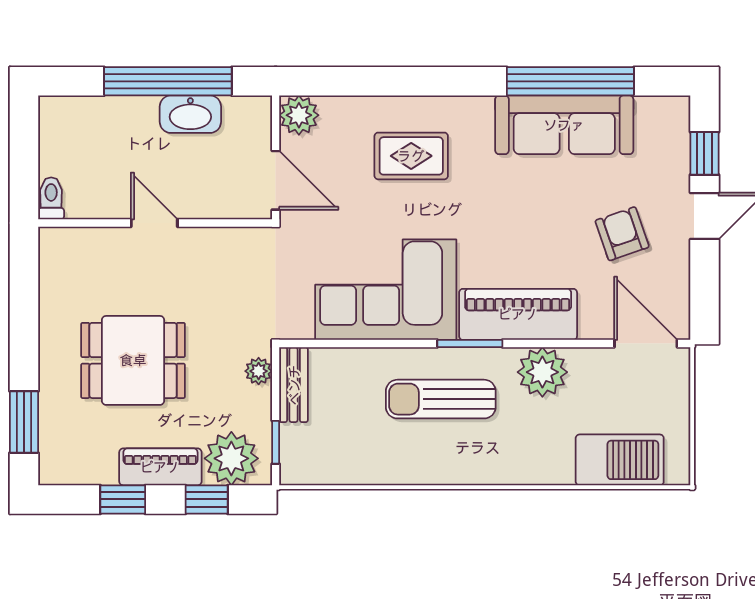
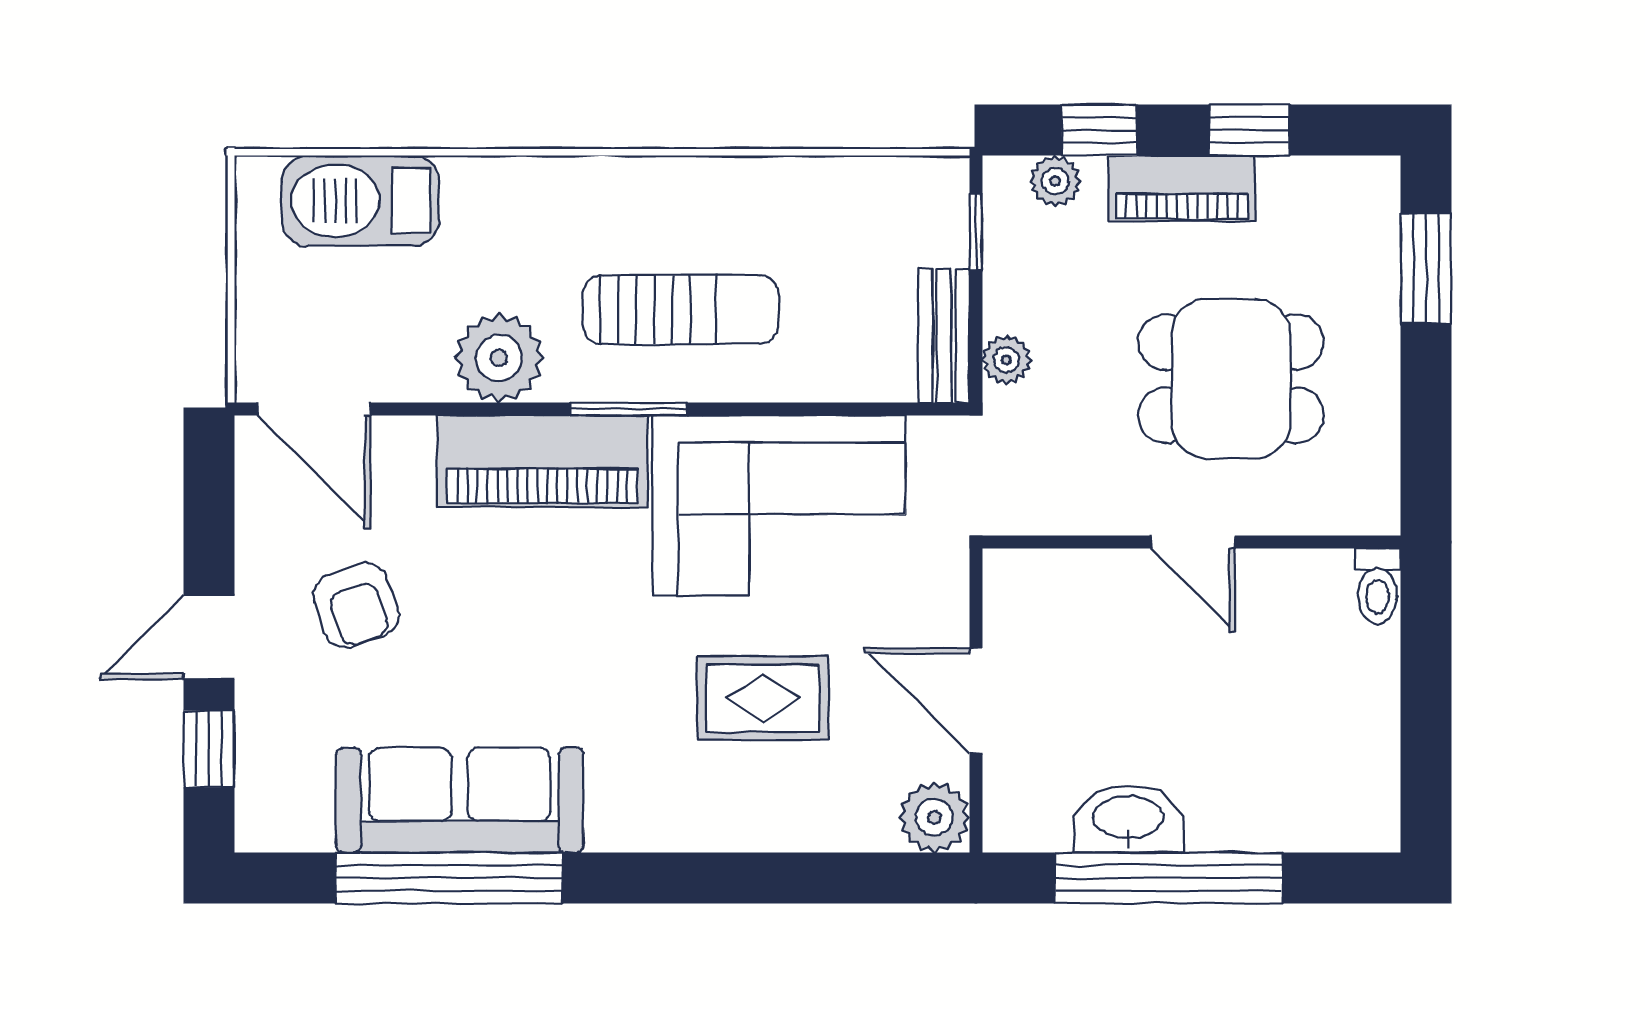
rug: (411, 156) -> (763, 698), moved
toilet: (51, 198) -> (1377, 586), moved
door: (154, 223) -> (1193, 542), moved
wall: (155, 223) -> (1191, 542), moved
plant: (231, 458) -> (1055, 181), width x0.53, depth x0.53

